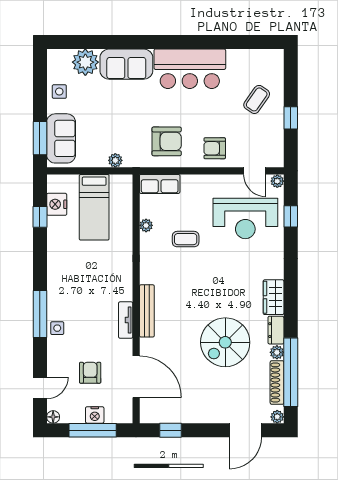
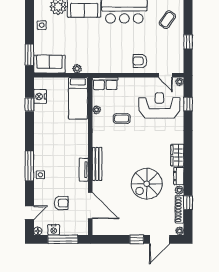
coffee table: (257, 99) -> (167, 20), moved
sofa: (61, 138) -> (49, 64), moved, turned -90
armchair: (167, 141) -> (110, 57), removed
bed: (94, 207) -> (78, 98), moved
reception desk: (245, 218) -> (159, 105), turned 180
window: (291, 372) -> (188, 203), width x0.32
armchair: (90, 373) -> (61, 203), turned 90
nightstand: (95, 415) -> (54, 230), moved
window: (170, 430) -> (137, 239), moved

